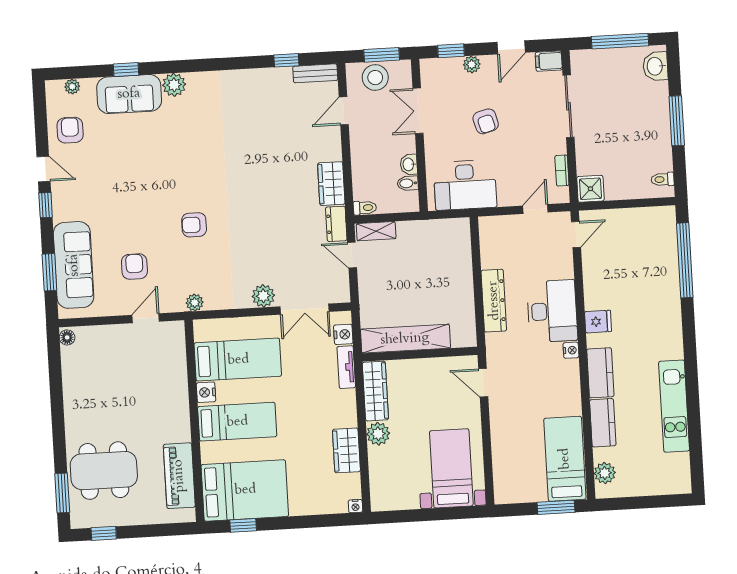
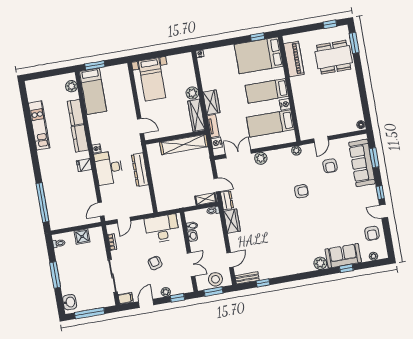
shower: (590, 189) -> (82, 237), moved
wardrobe: (346, 450) -> (211, 102), moved

